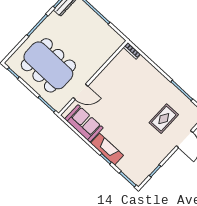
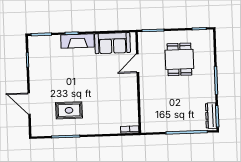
dining table: (48, 65) -> (179, 59), width x0.53, depth x0.80
rug: (164, 119) -> (69, 110), moved, turned 90

